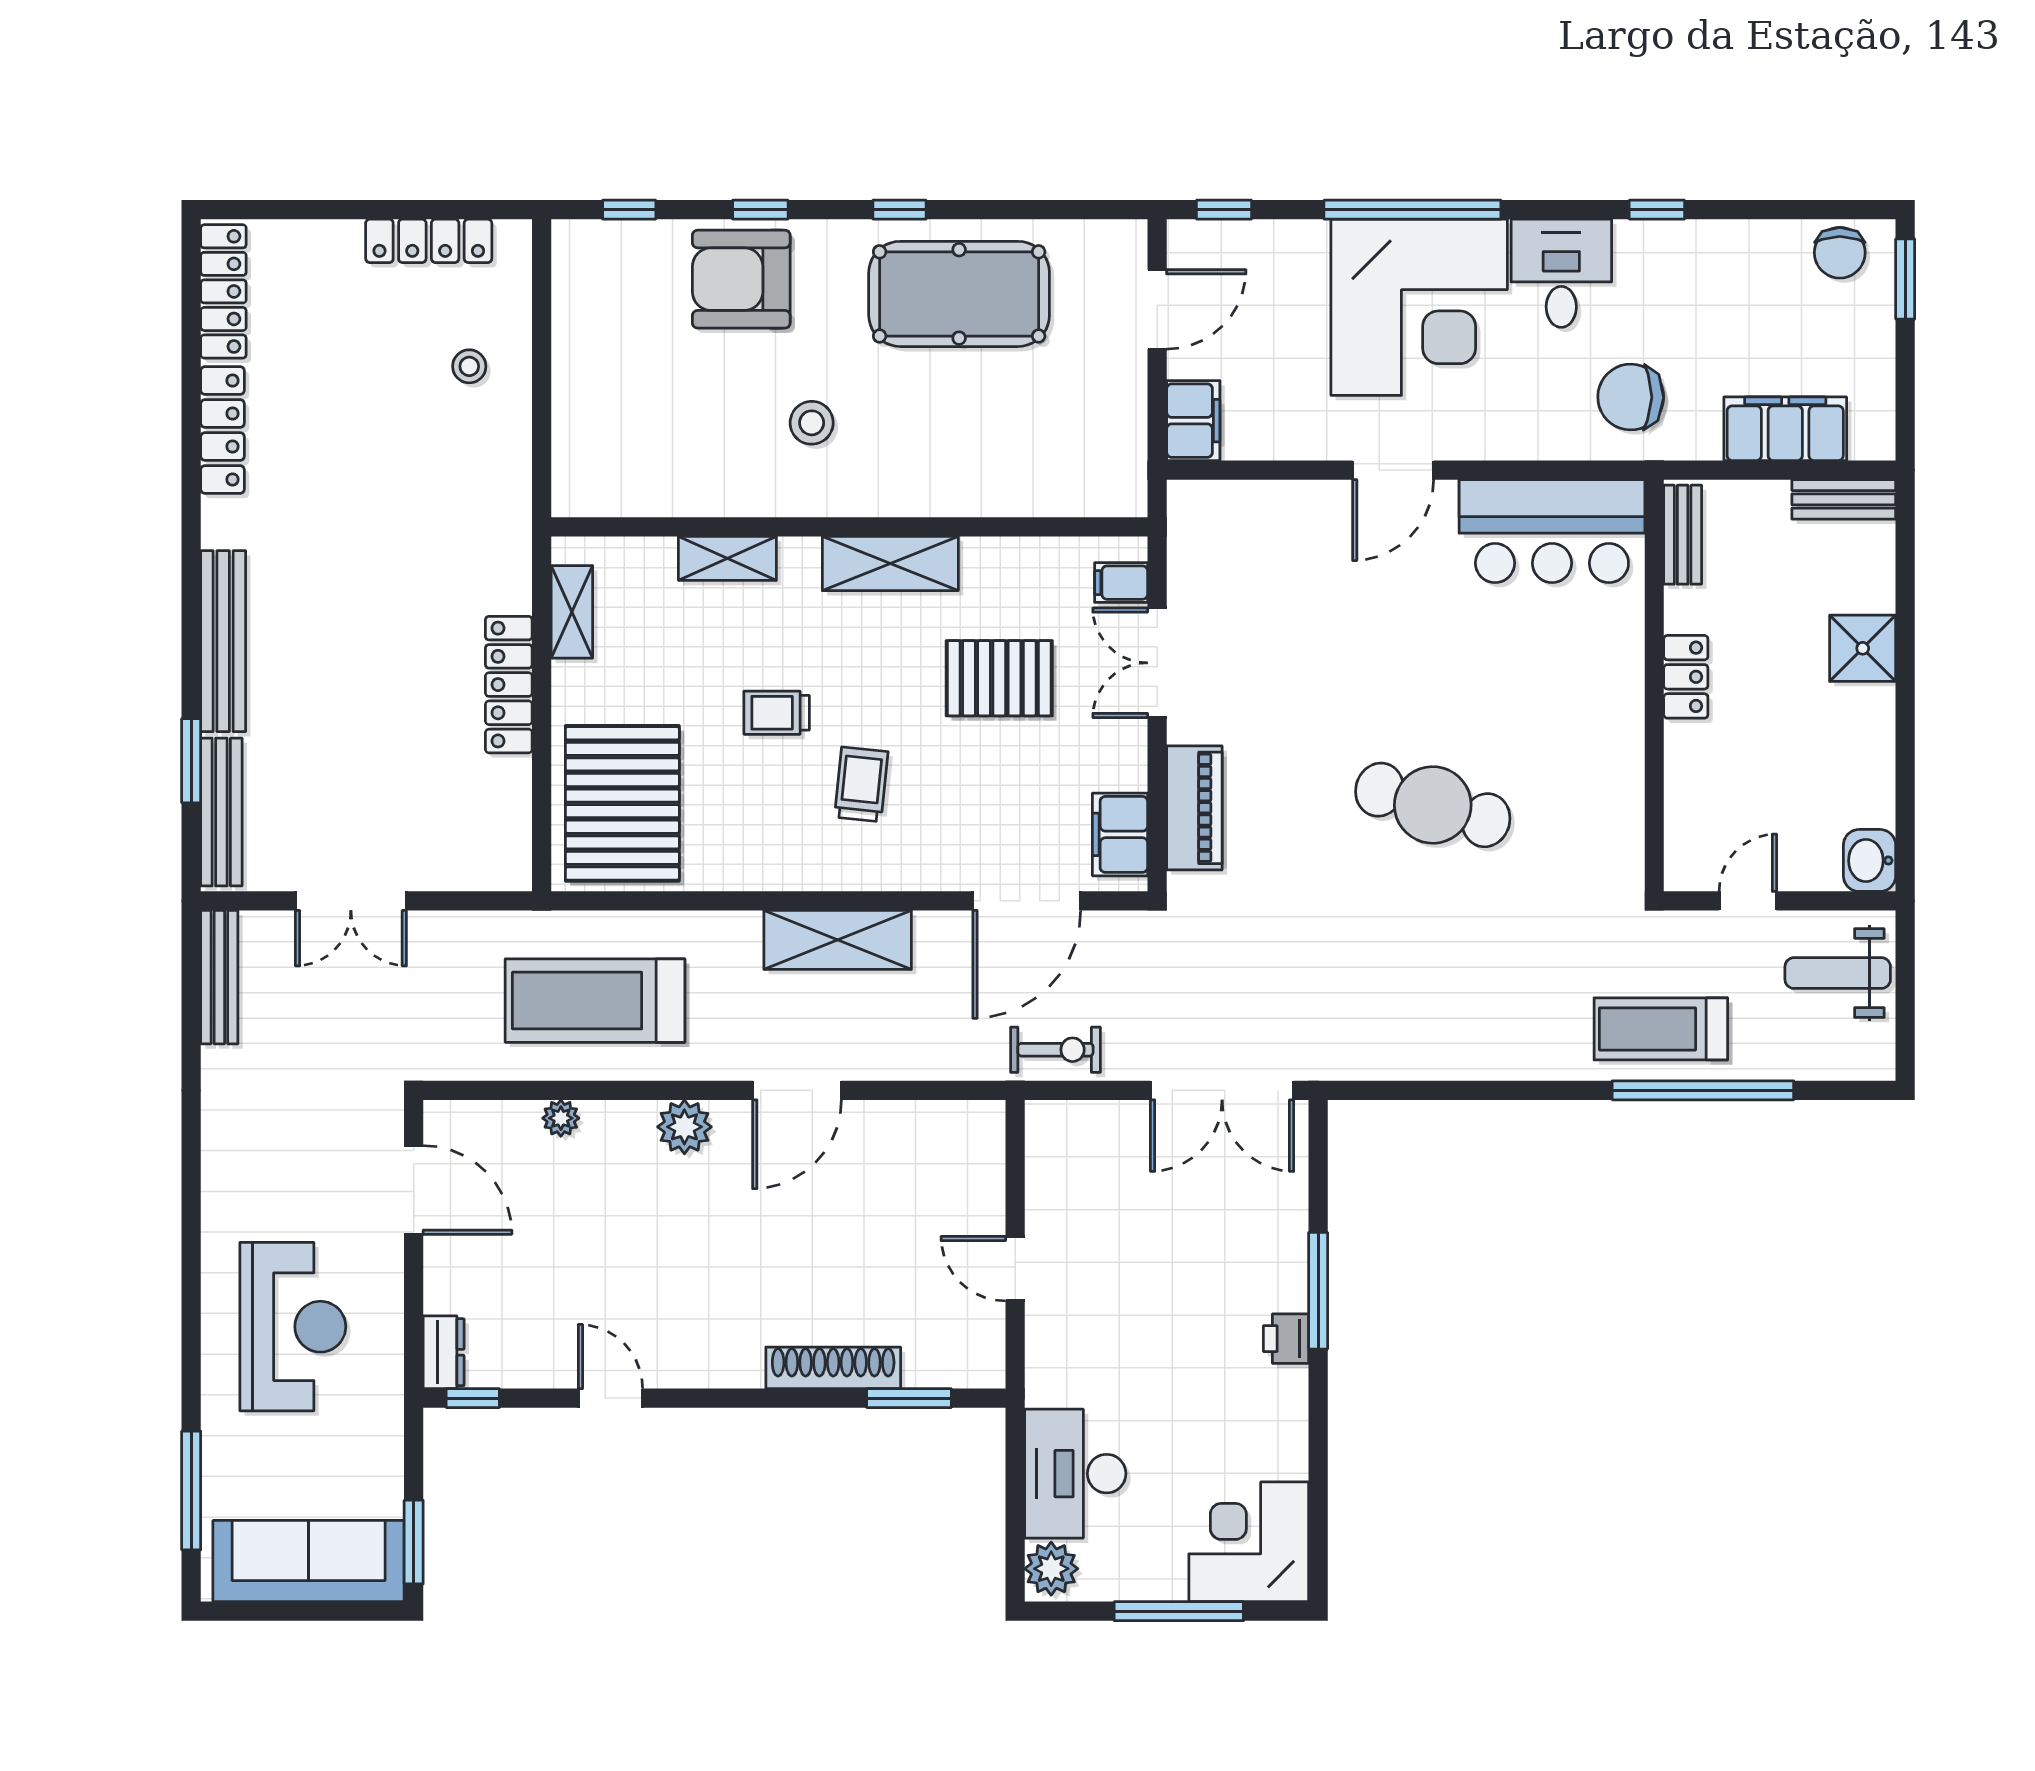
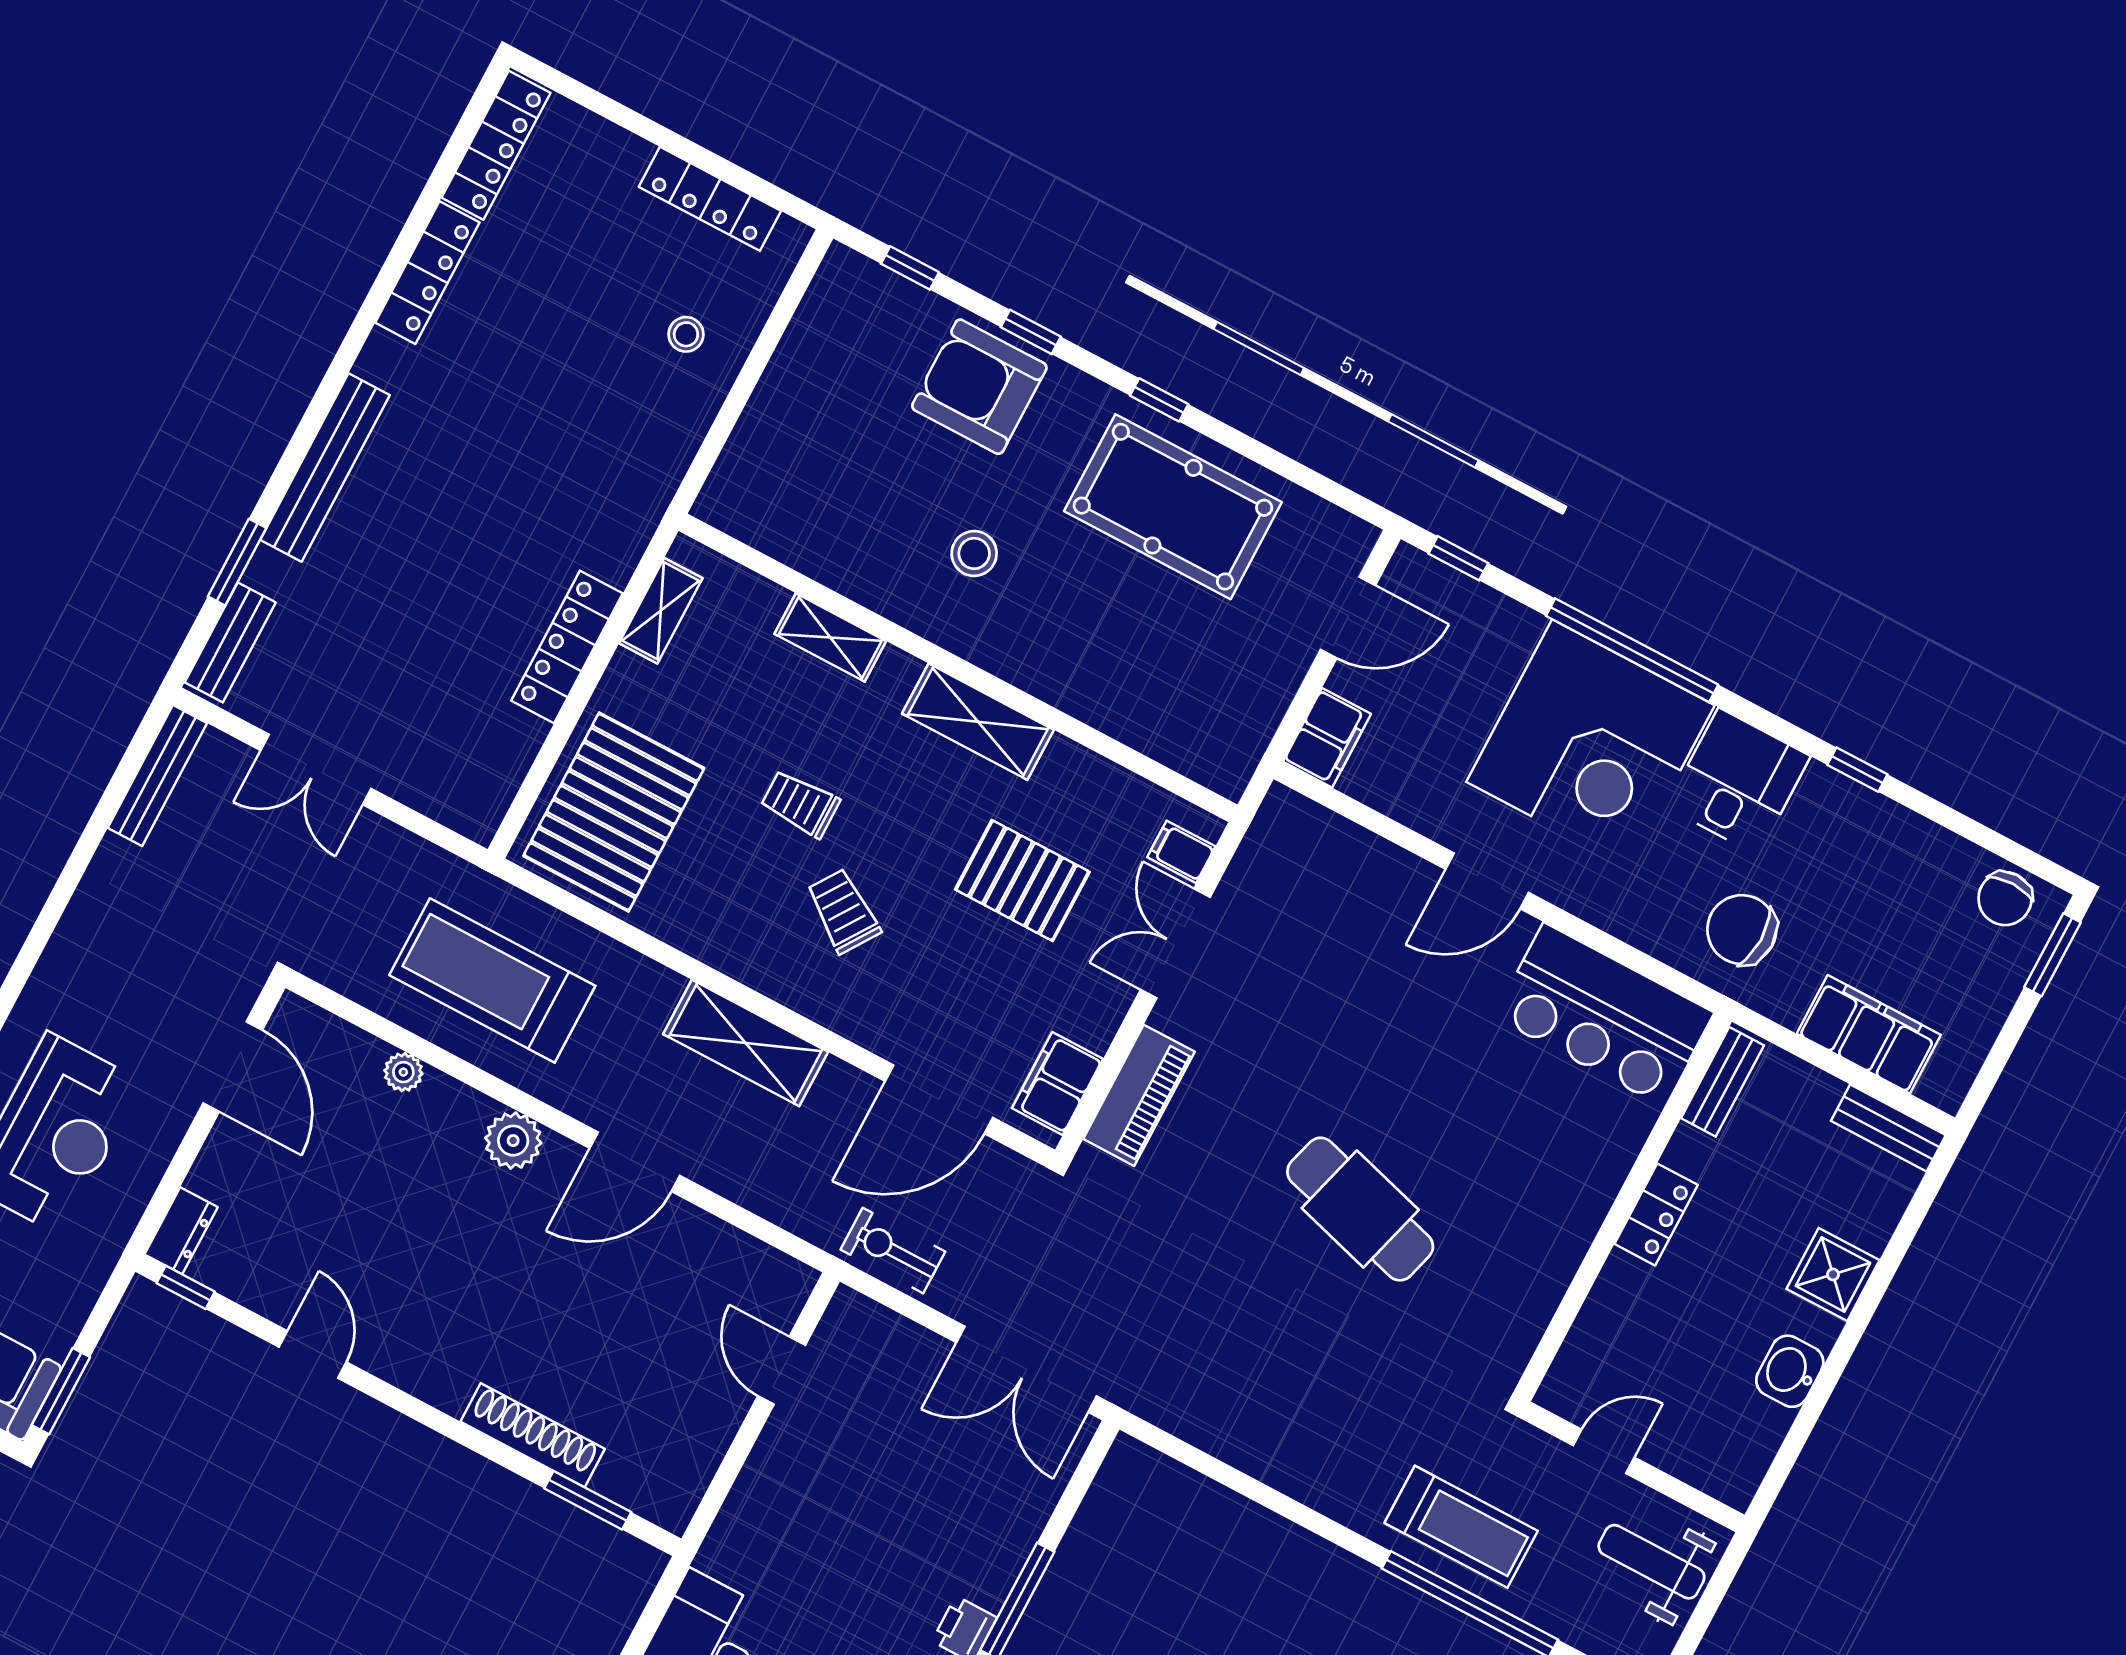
trolley: (861, 784) -> (843, 911), turned -62
bench: (221, 812) -> (230, 642), width x0.73
washbasin: (1870, 860) -> (1790, 1371), moved
treadmill: (1661, 1029) -> (1461, 1527), turned 180
exercise bike: (1055, 1050) -> (893, 1251), turned 180
door: (1015, 1269) -> (782, 1370), moved

